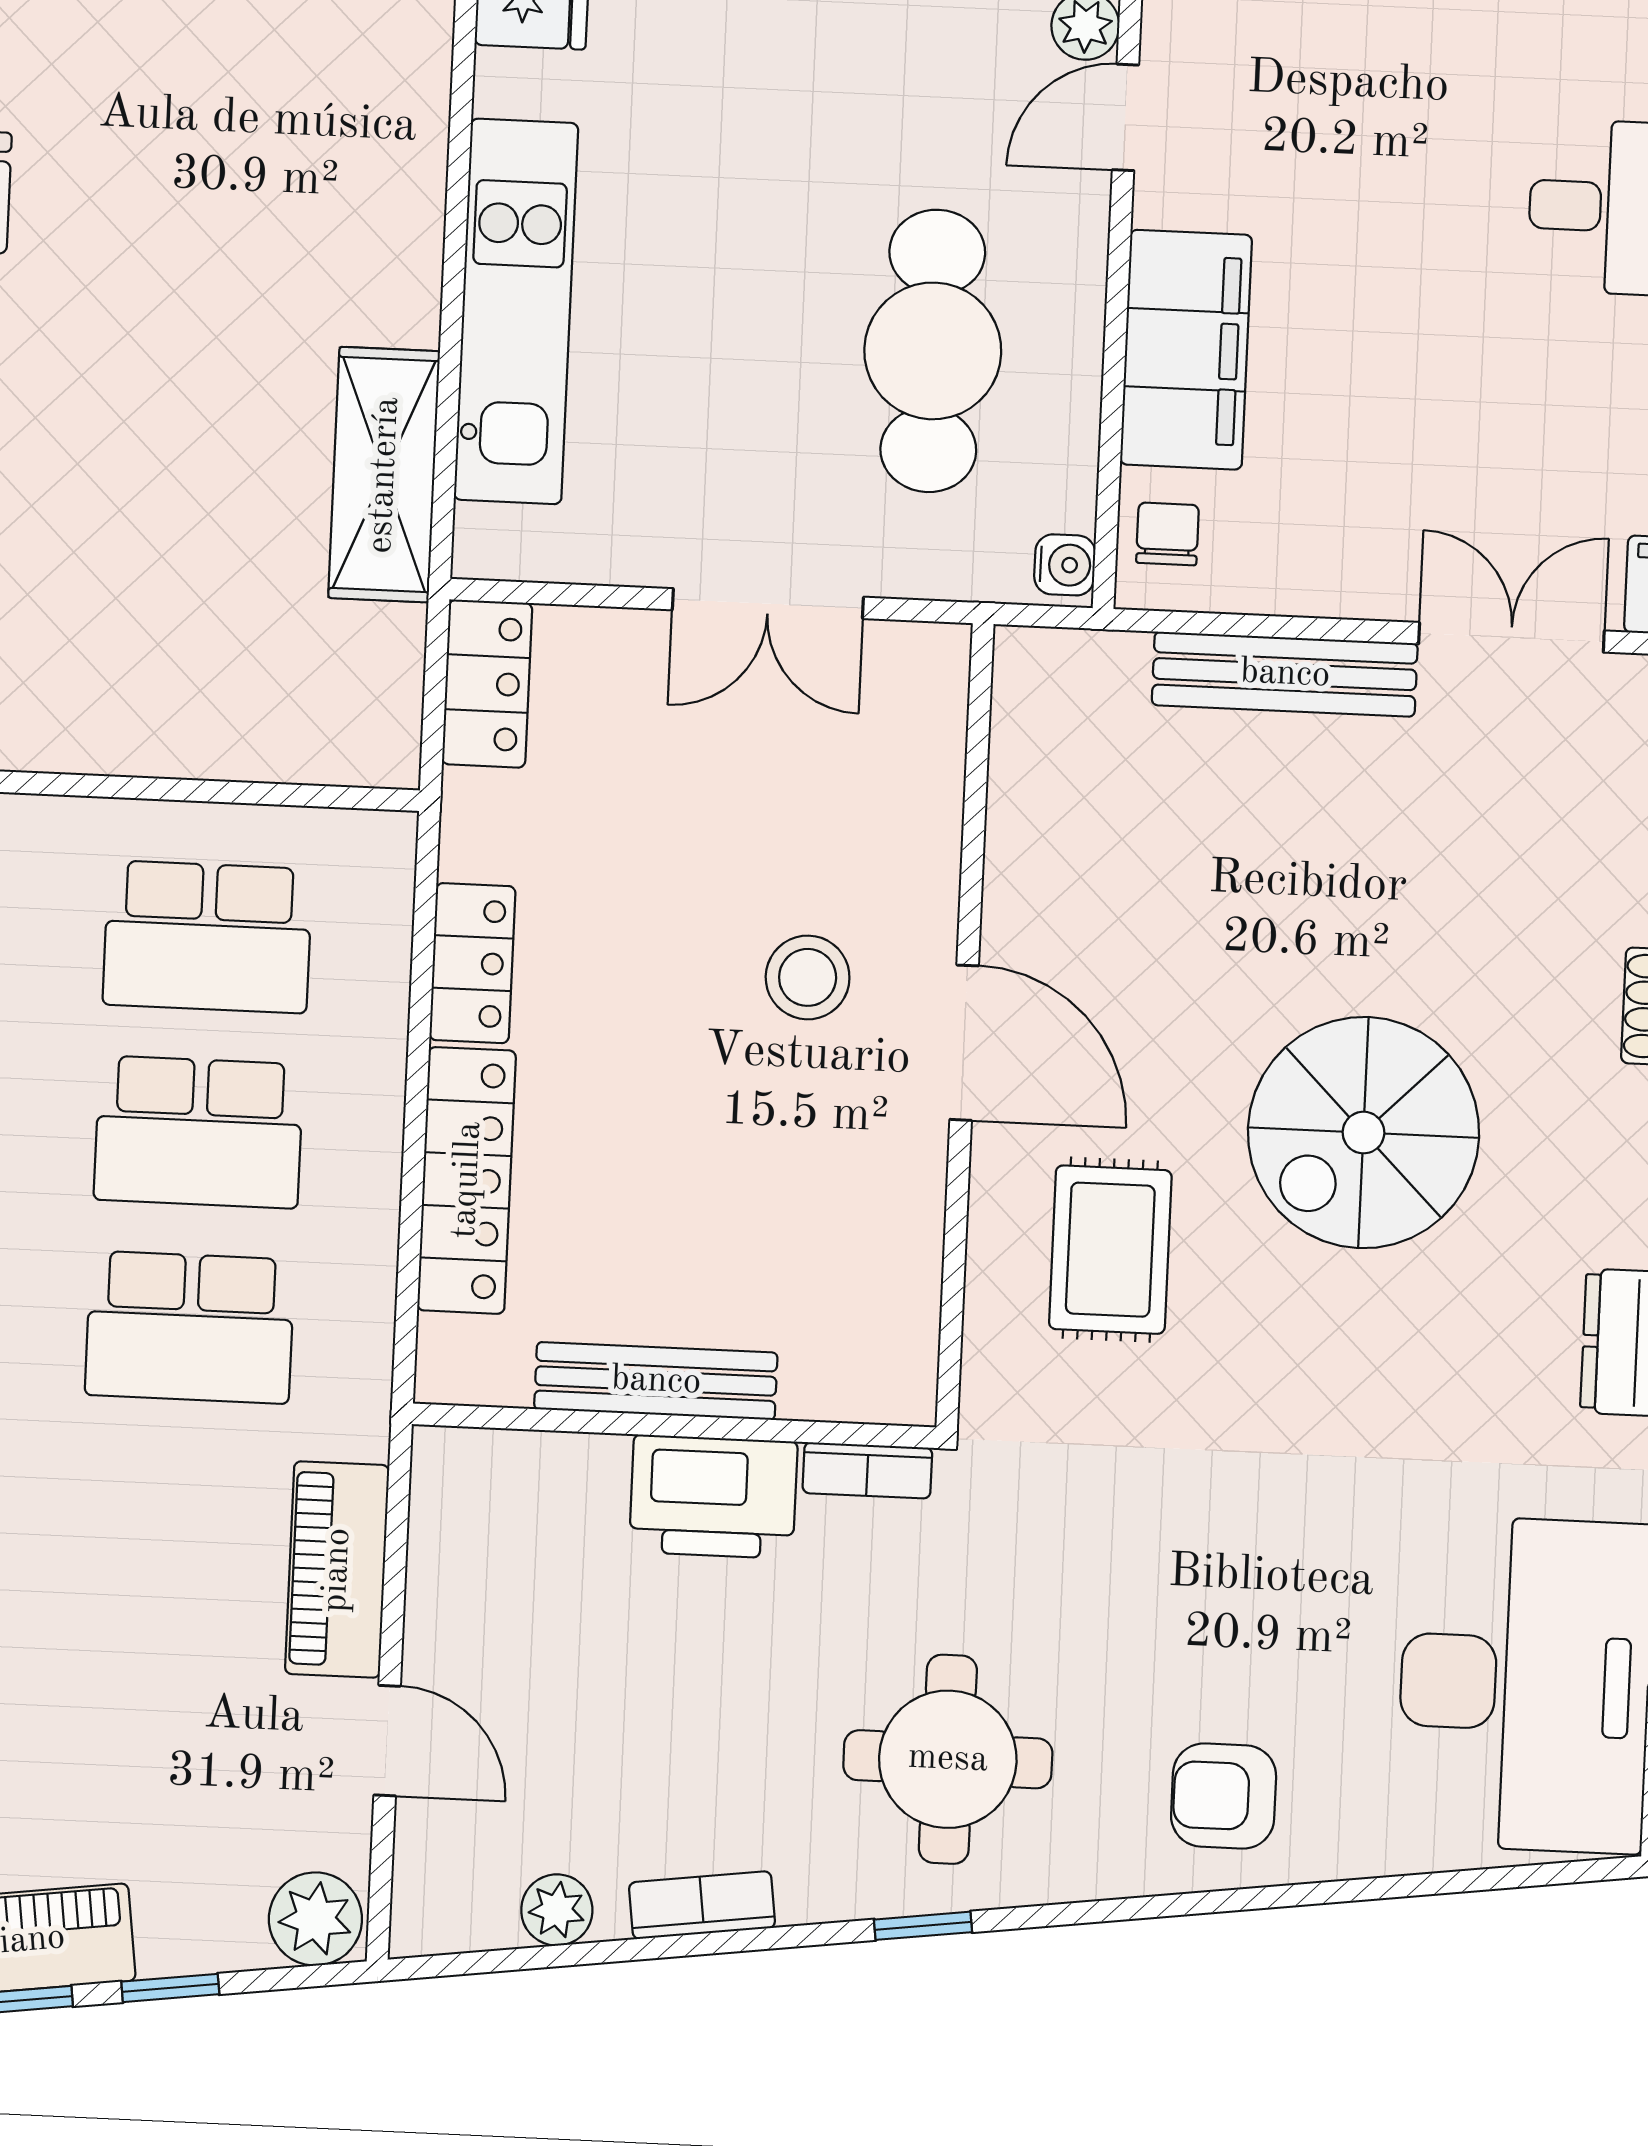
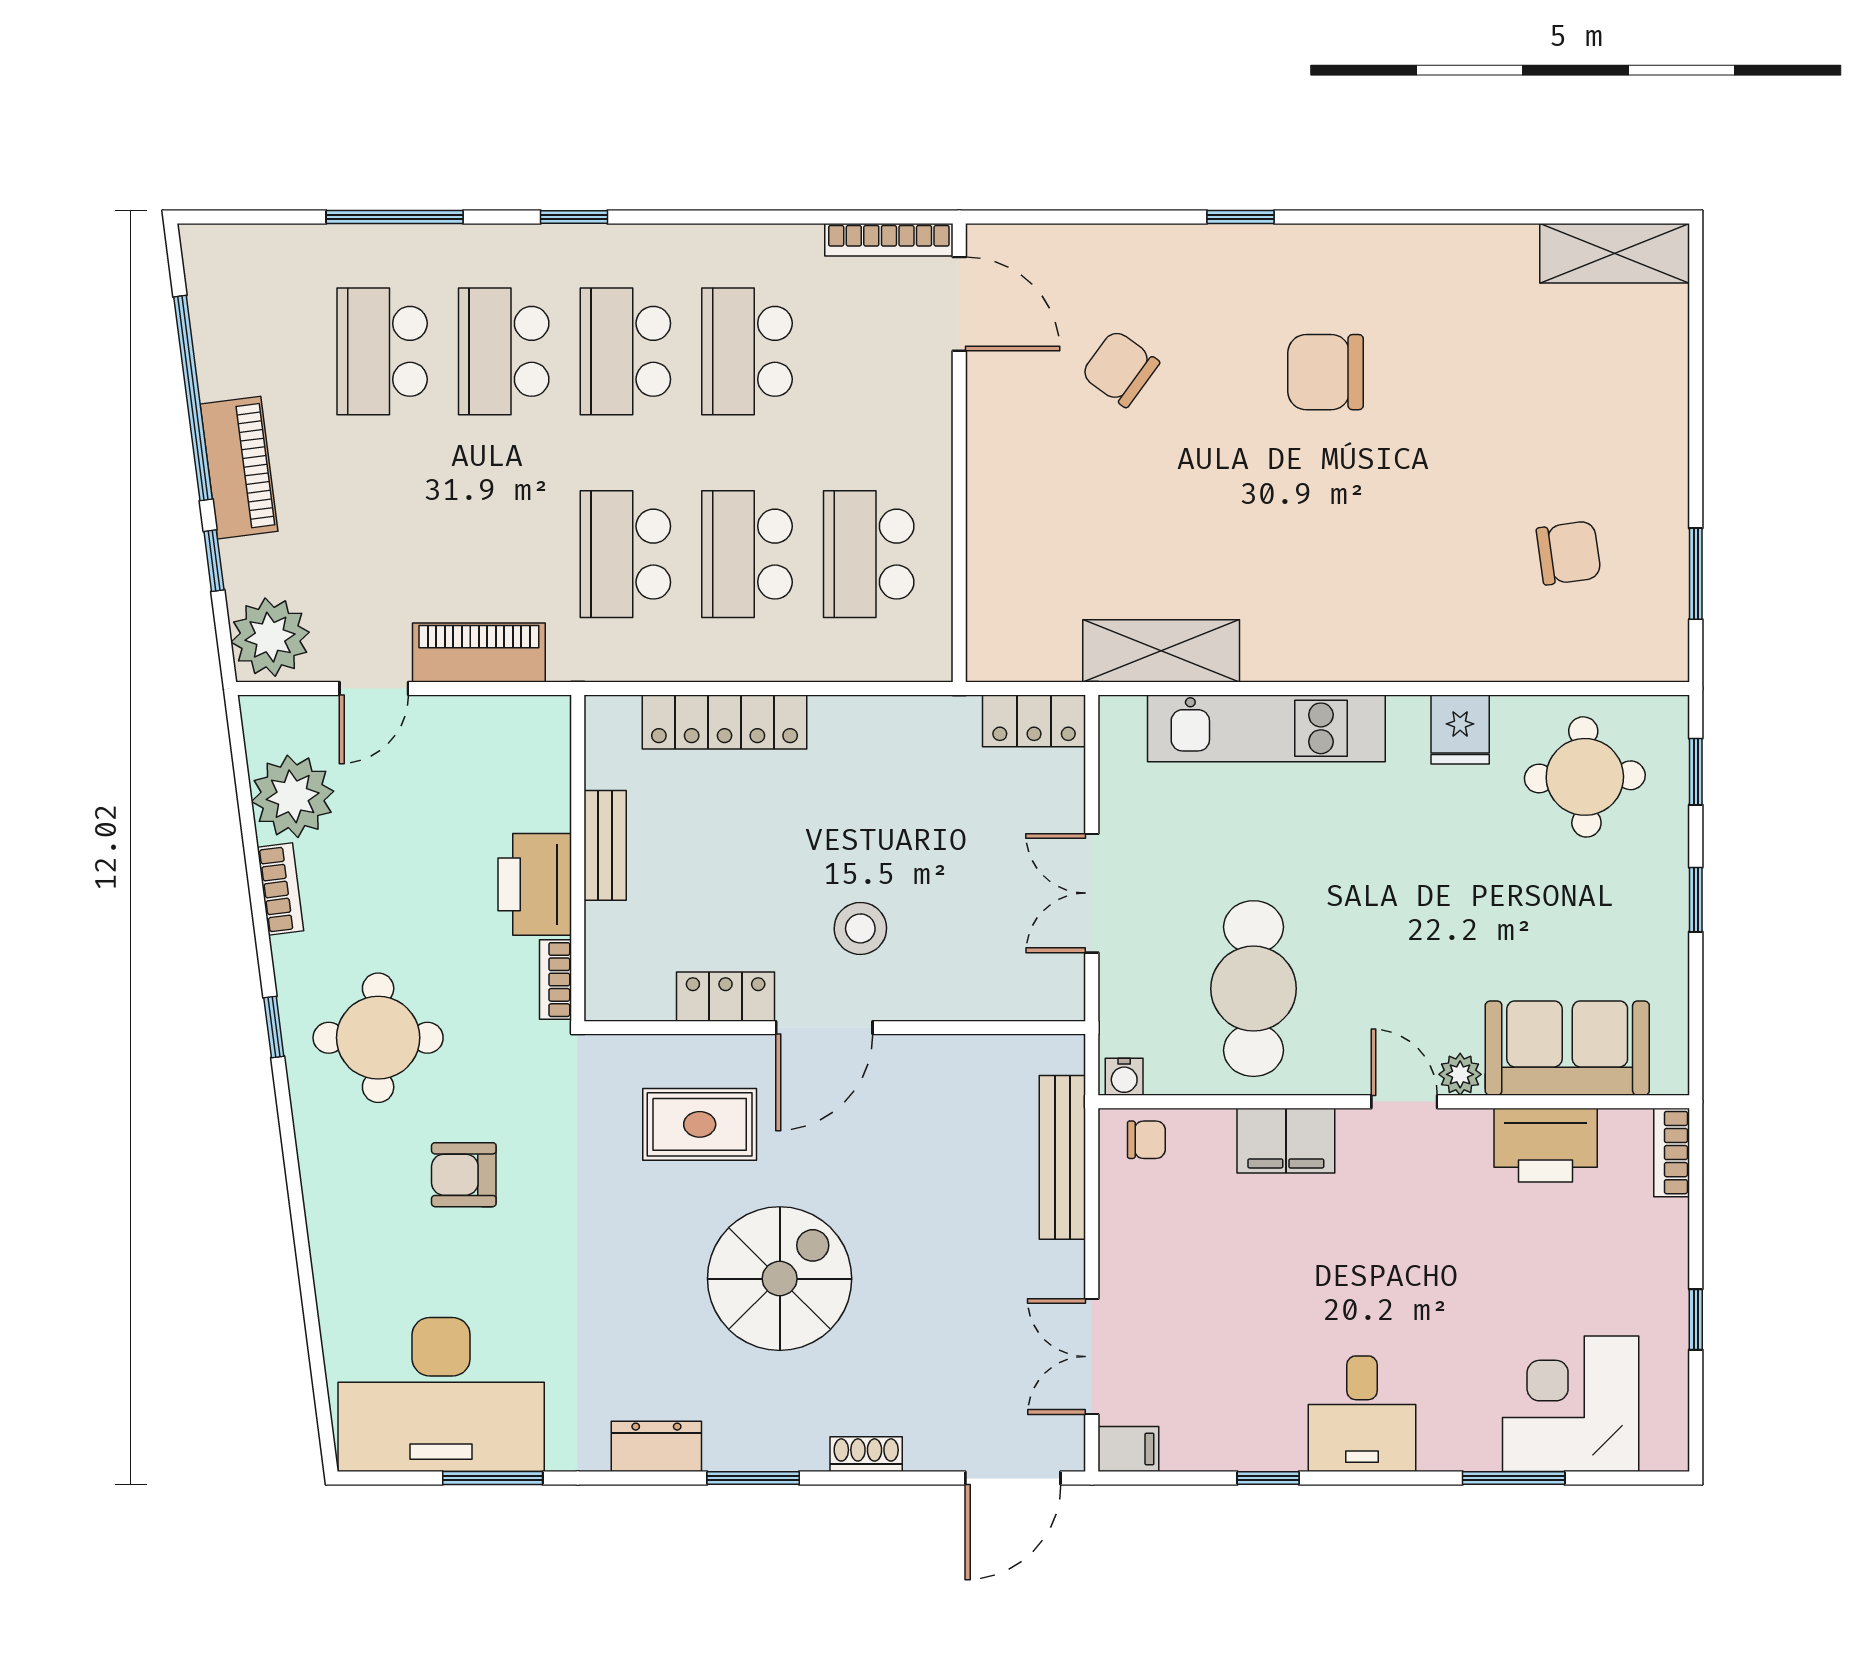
filing cabinet: (1186, 350) -> (1286, 1141), width x0.67, depth x0.86
cafe table: (933, 351) -> (1254, 989), turned 90
double door: (1511, 637) -> (1092, 1357), swing flipped
bench: (1285, 674) -> (1062, 1157), moved
locker: (472, 963) -> (726, 997), moved, turned 180
spiral stairs: (1363, 1133) -> (780, 1279), turned 90
bench: (656, 1381) -> (605, 845), width x0.73
armchair: (1224, 1796) -> (464, 1175), moved, turned -90
plant: (557, 1910) -> (293, 796), width x1.87, depth x1.87
plant: (315, 1919) -> (270, 637), width x1.36, depth x1.36

